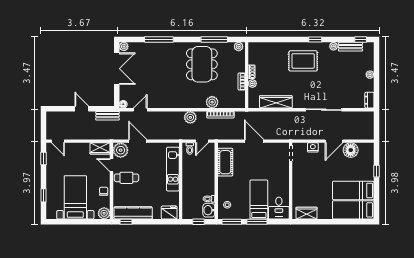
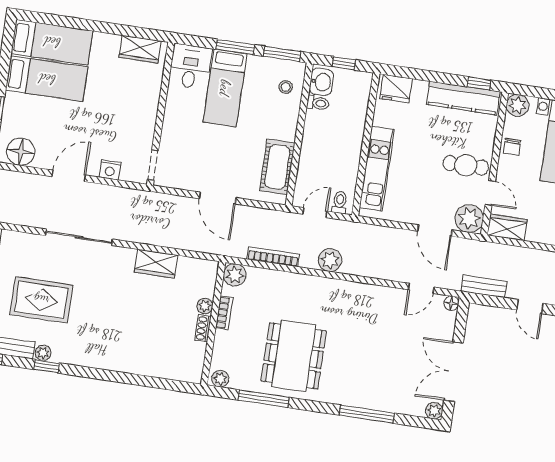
window: (315, 39) -> (47, 366), moved
rug: (303, 61) -> (41, 300), moved
plant: (212, 102) -> (235, 275), moved
wardrobe: (276, 102) -> (156, 264), width x0.67
floor lamp: (351, 150) -> (21, 152), moved

